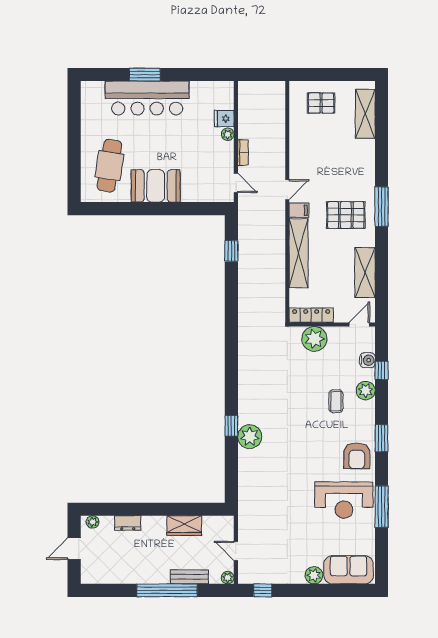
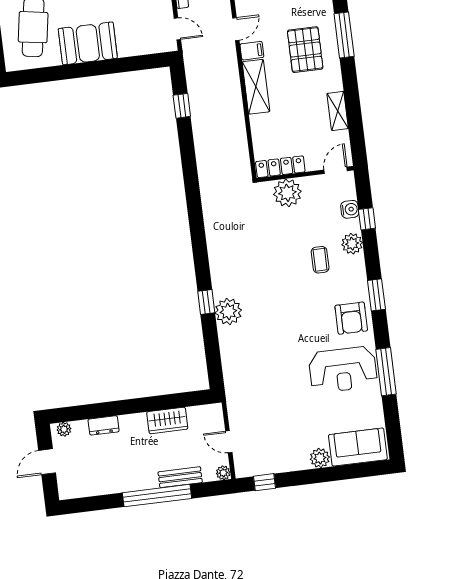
pallet: (346, 215) -> (305, 50), turned 90
shelving: (299, 253) -> (256, 87), width x0.68
shelving: (365, 273) -> (338, 111), width x0.67, depth x0.75

